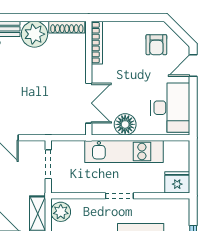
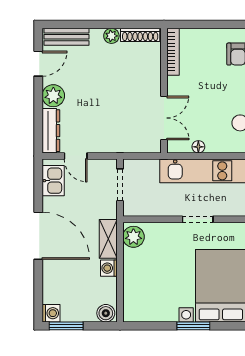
plant: (34, 34) -> (111, 36), width x0.53, depth x0.53
floor lamp: (125, 124) -> (198, 147), width x0.53, depth x0.53

